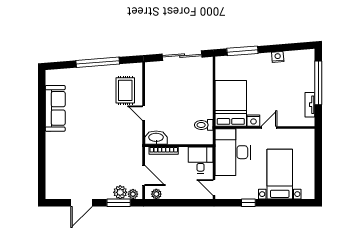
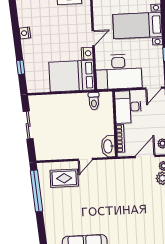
window: (242, 51) -> (21, 67), width x0.46
sliding door: (182, 56) -> (28, 125), width x0.73
window: (98, 62) -> (37, 191), moved
door: (269, 128) -> (93, 38), swing flipped
desk: (201, 160) -> (128, 107), width x1.37

